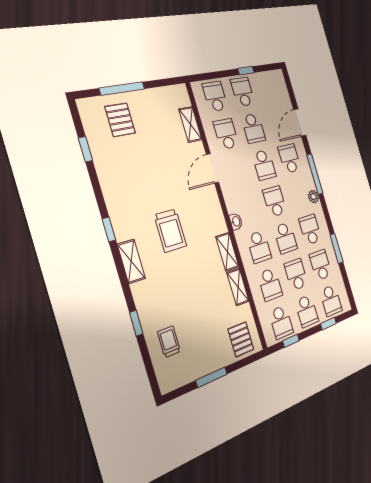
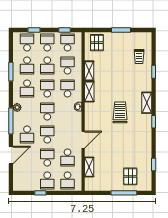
school desk: (275, 201) -> (47, 111), turned 180

